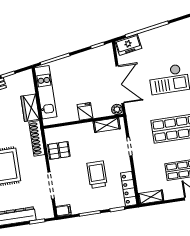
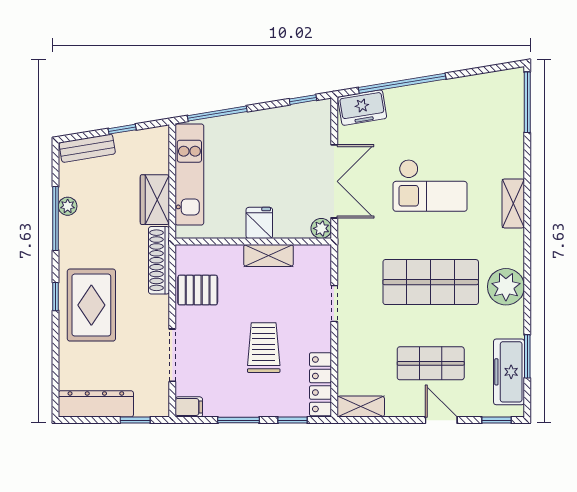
shelving: (107, 125) -> (268, 255), moved

